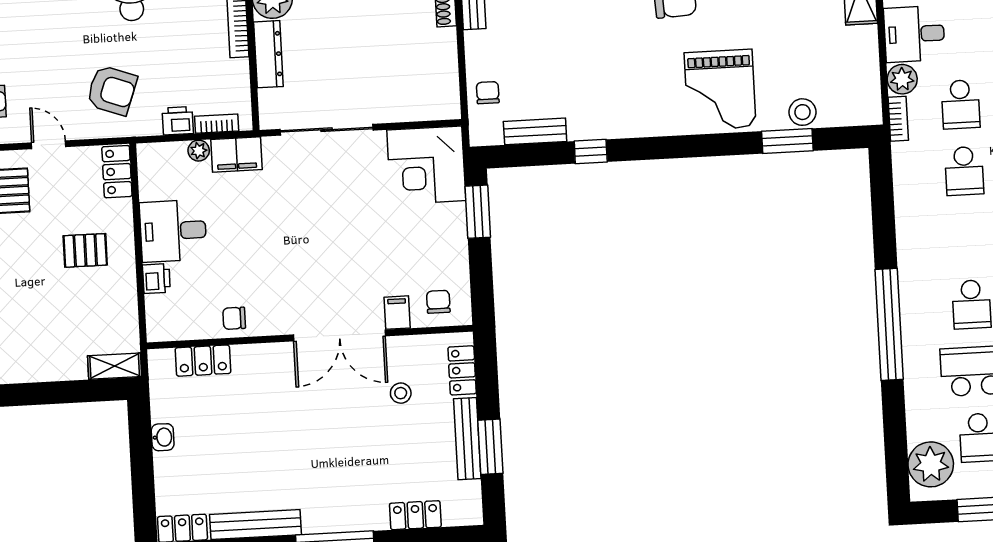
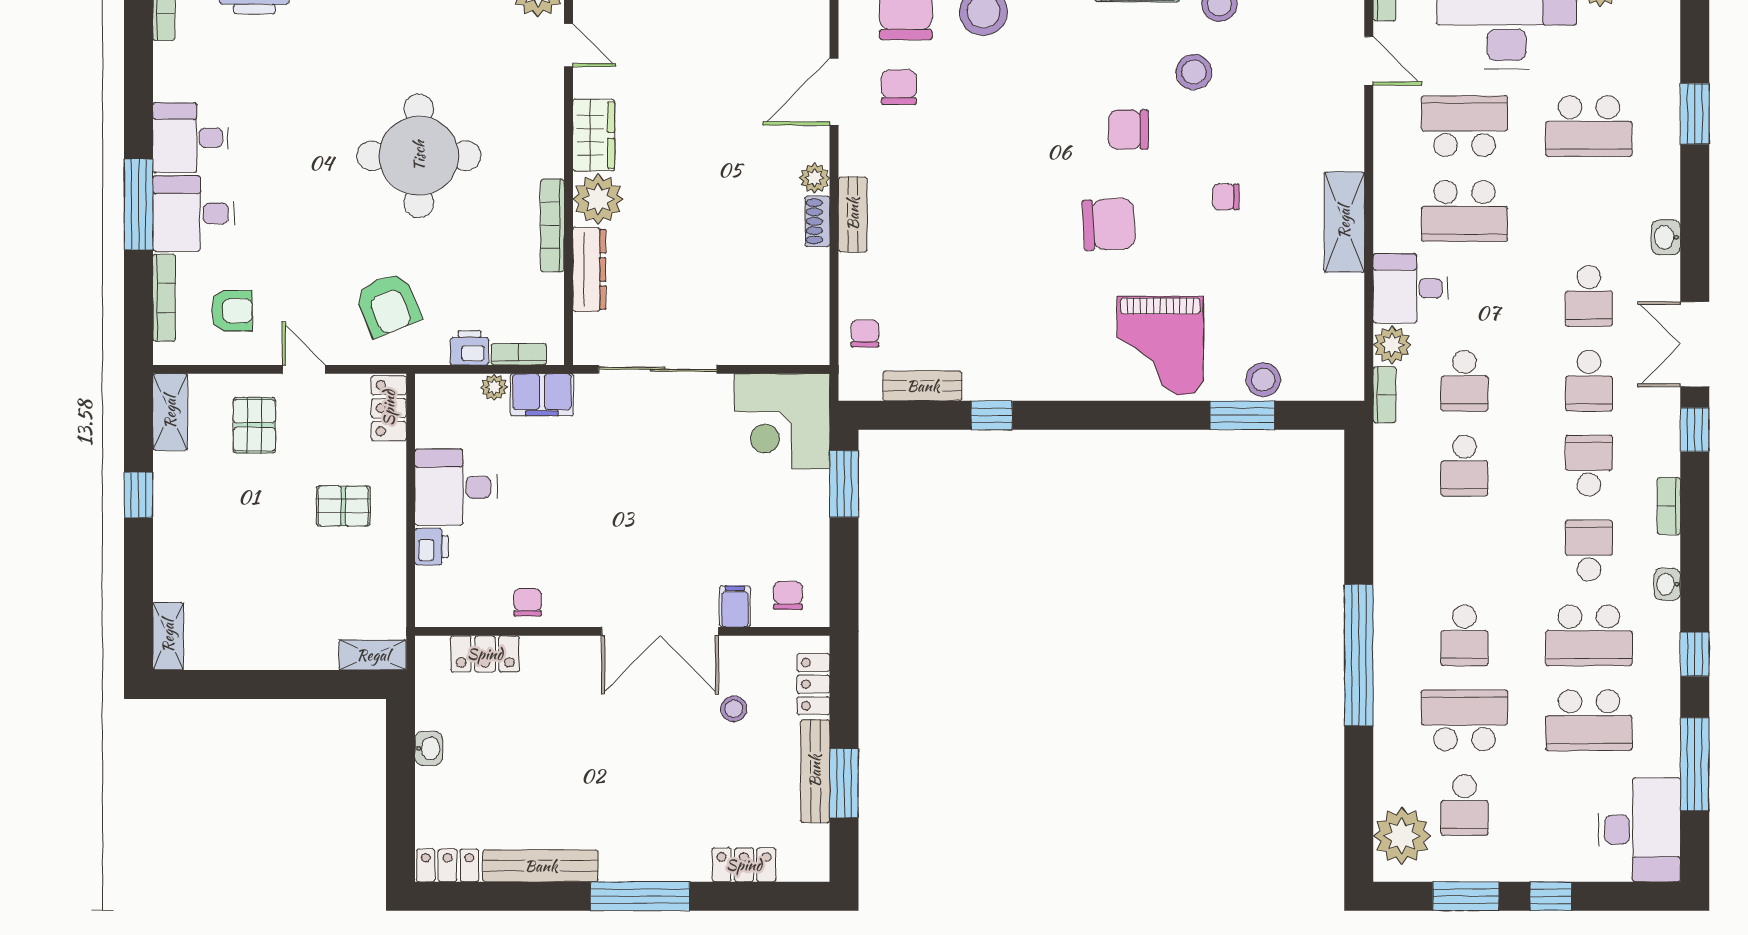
armchair: (112, 90) -> (388, 304), turned 48
chair: (234, 318) -> (528, 602), turned 90

